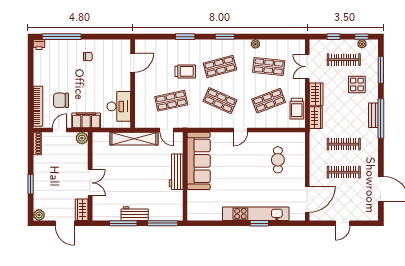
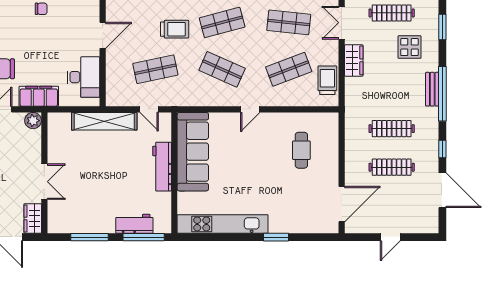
door: (133, 63) -> (103, 35), moved
window: (381, 70) -> (442, 27), width x0.69
trolley: (297, 109) -> (327, 80), turned 180
wardrobe: (316, 118) -> (353, 92), removed
window: (381, 159) -> (442, 149), added
workbench: (135, 214) -> (134, 224), moved
kitchen unit: (256, 214) -> (223, 224), moved

